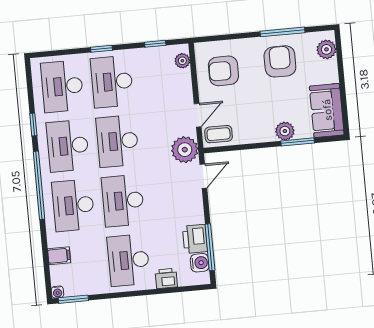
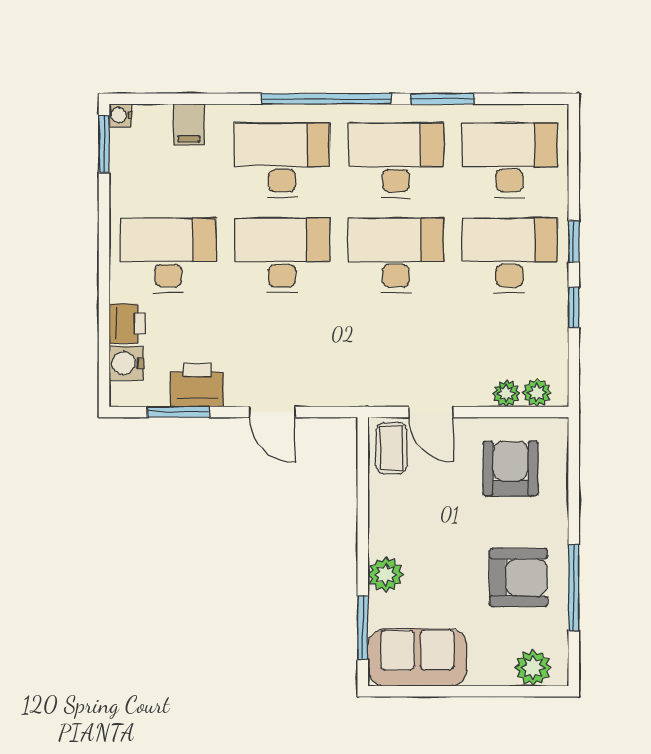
window: (155, 44) -> (574, 307), moved
window: (33, 125) -> (442, 99), width x1.50
window: (298, 142) -> (363, 628), moved
plant: (185, 150) -> (506, 393), moved, width x0.53, depth x0.53
door: (203, 176) -> (272, 412), moved
window: (210, 247) -> (179, 412), width x0.69
water cooler: (200, 263) -> (126, 363), moved, turned 90

